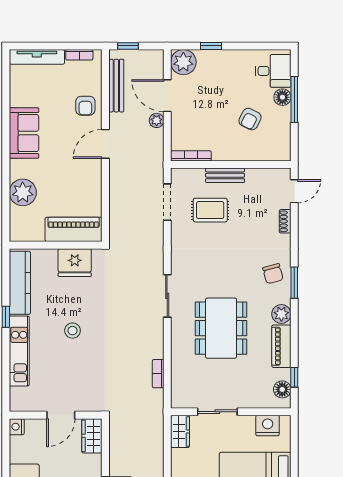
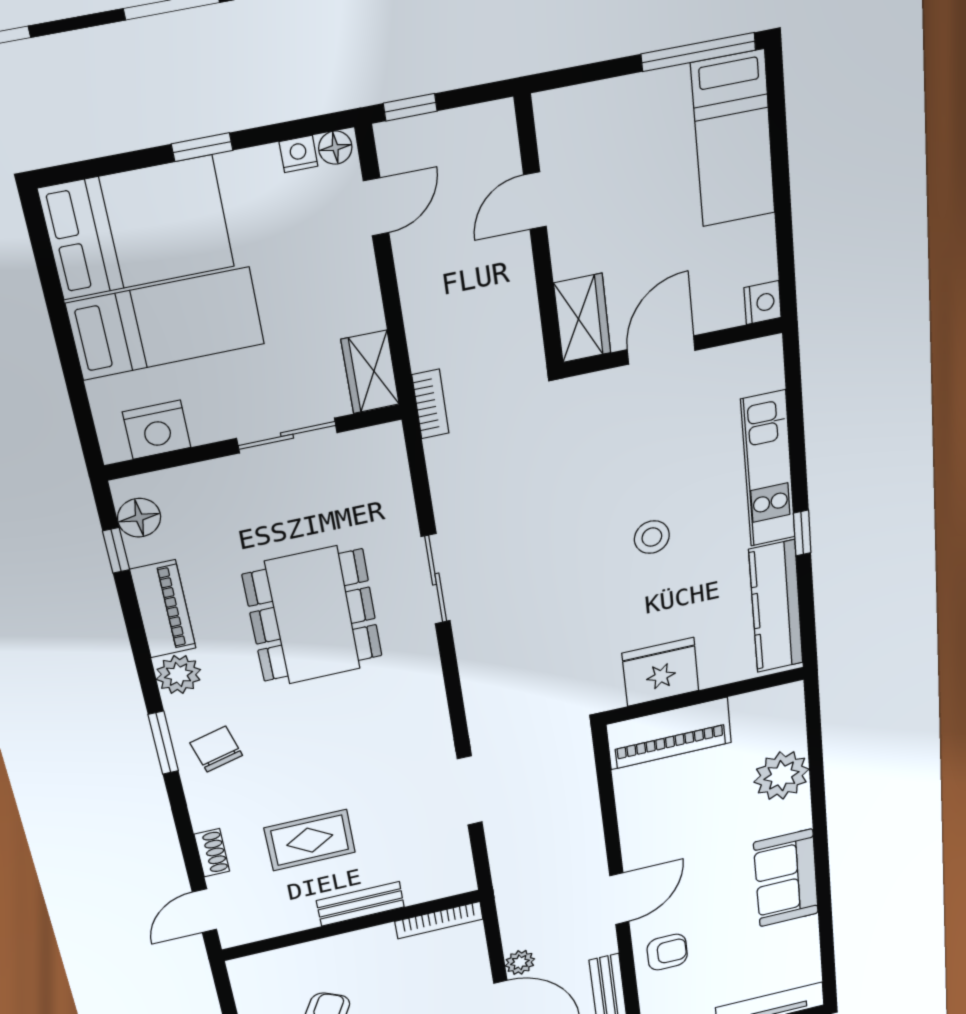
armchair: (85, 106) -> (667, 952), turned 90
doorway: (167, 202) -> (470, 791), moved
rug: (210, 210) -> (310, 840), moved
sliding door: (167, 296) -> (436, 579), moved
bookcase: (158, 374) -> (430, 404), moved

